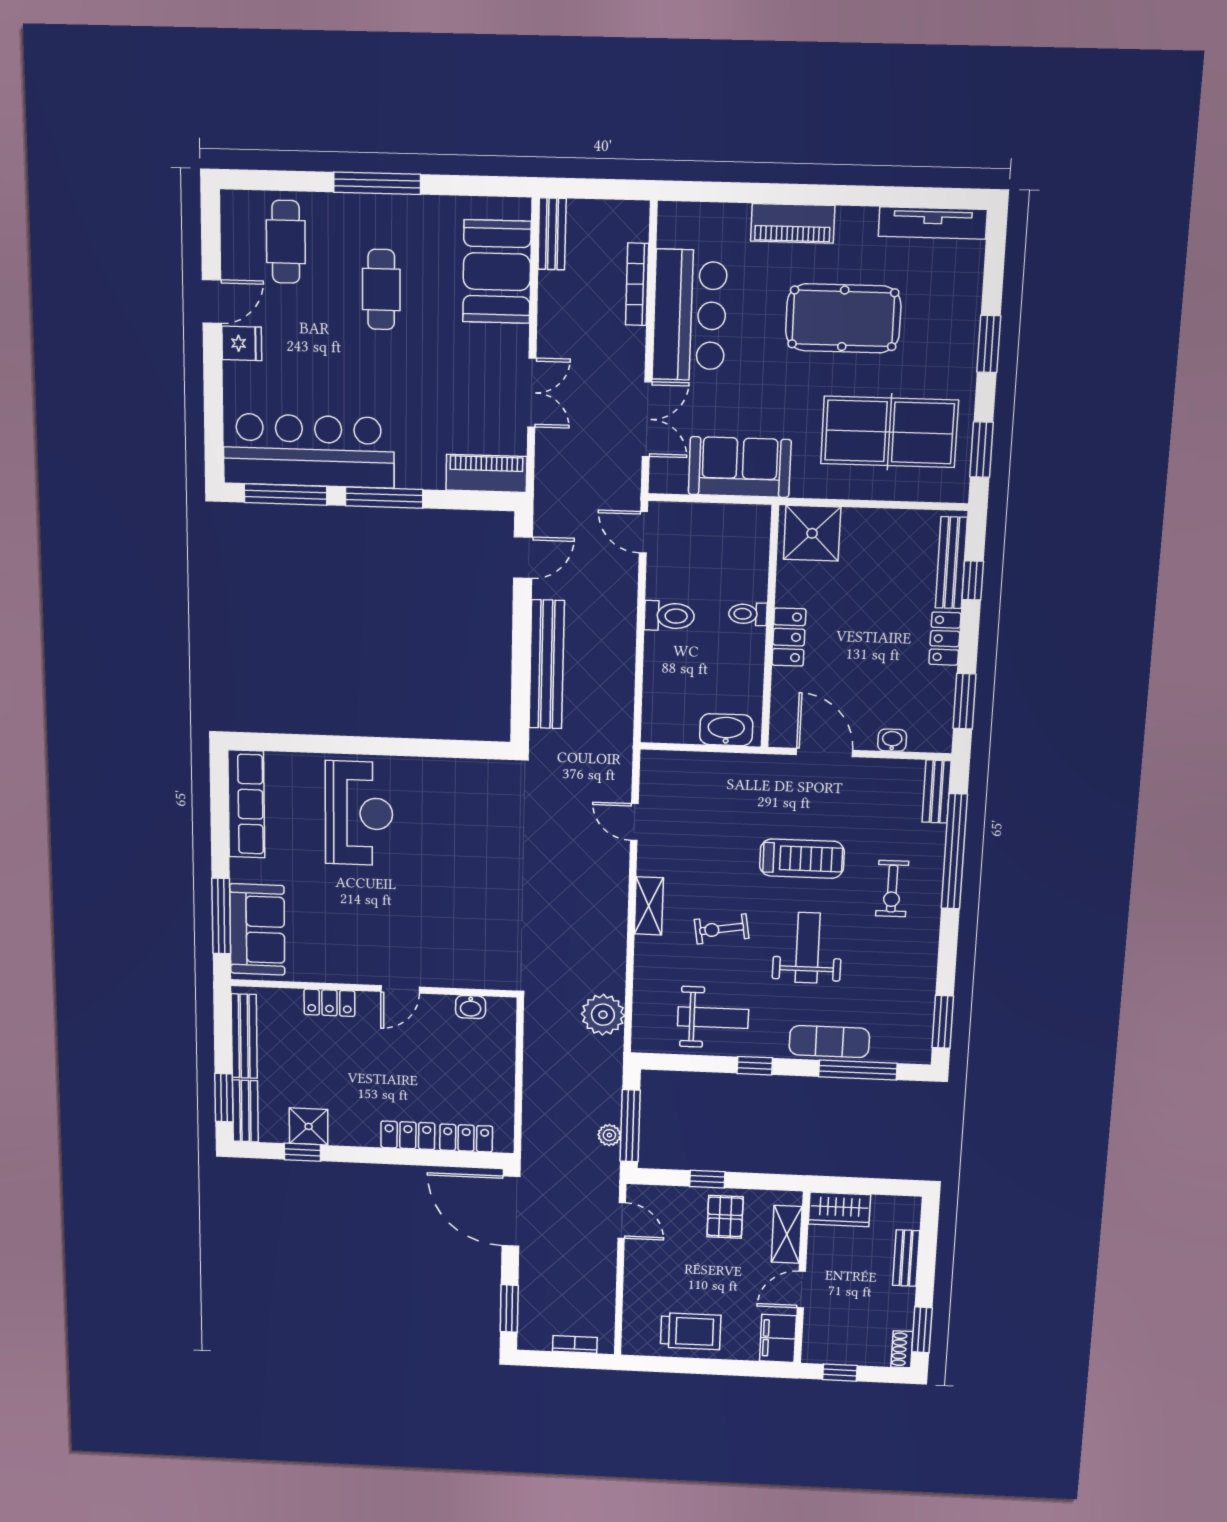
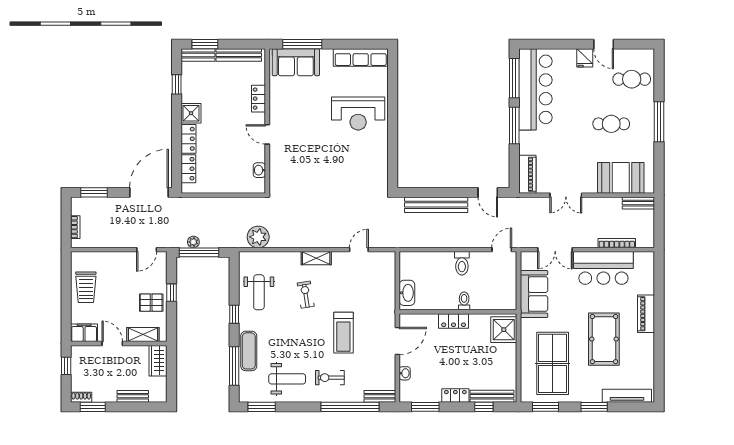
tv unit: (933, 223) -> (627, 396), moved, turned 90
weight bench: (808, 948) -> (287, 379), moved
shower: (309, 1126) -> (191, 113), moved

